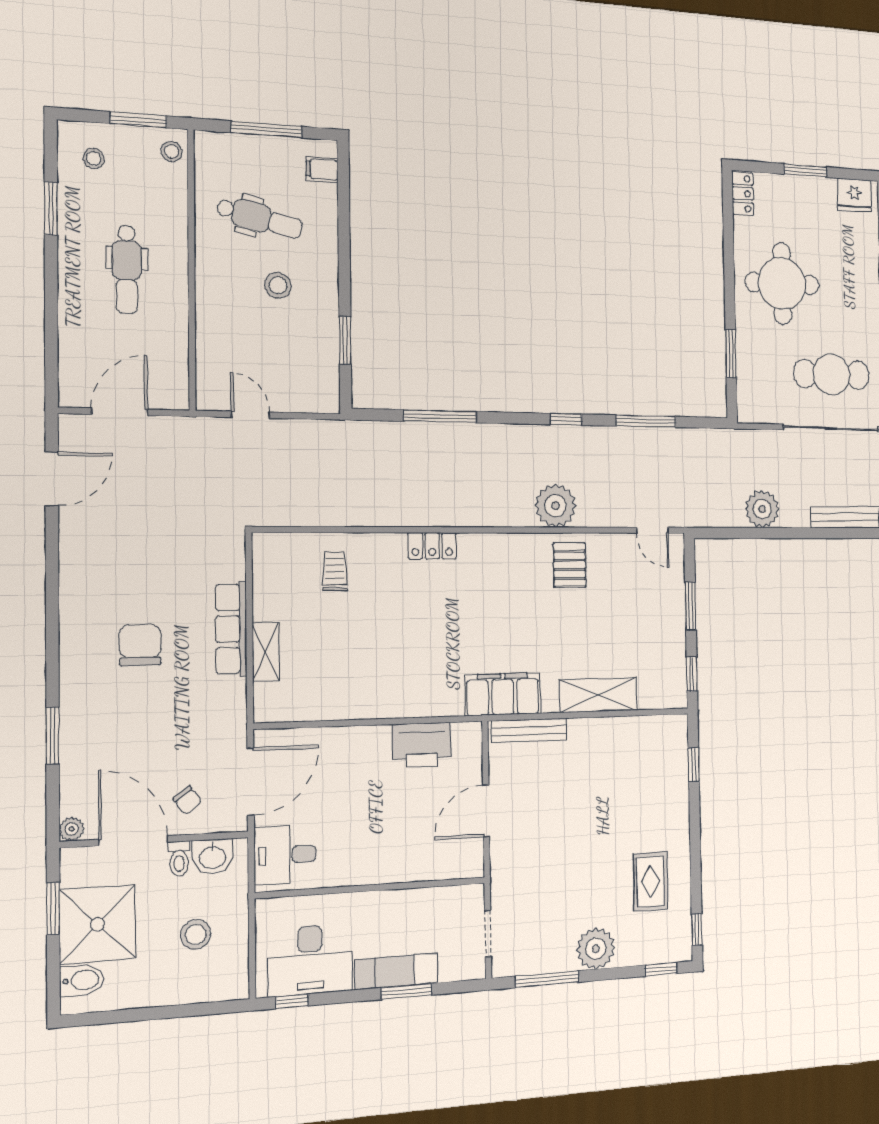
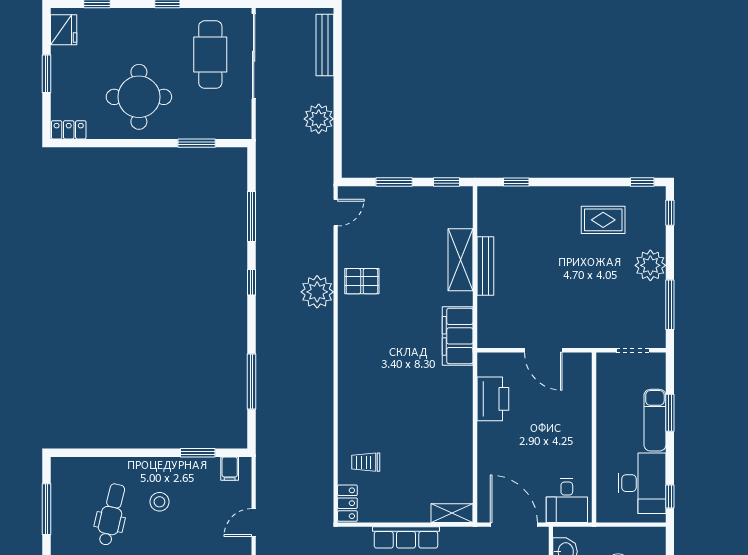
filing cabinet: (322, 170) -> (230, 469), moved
locker: (432, 546) -> (347, 503), moved
shelving: (266, 652) -> (452, 513), moved
bench: (529, 730) -> (485, 266), moved

